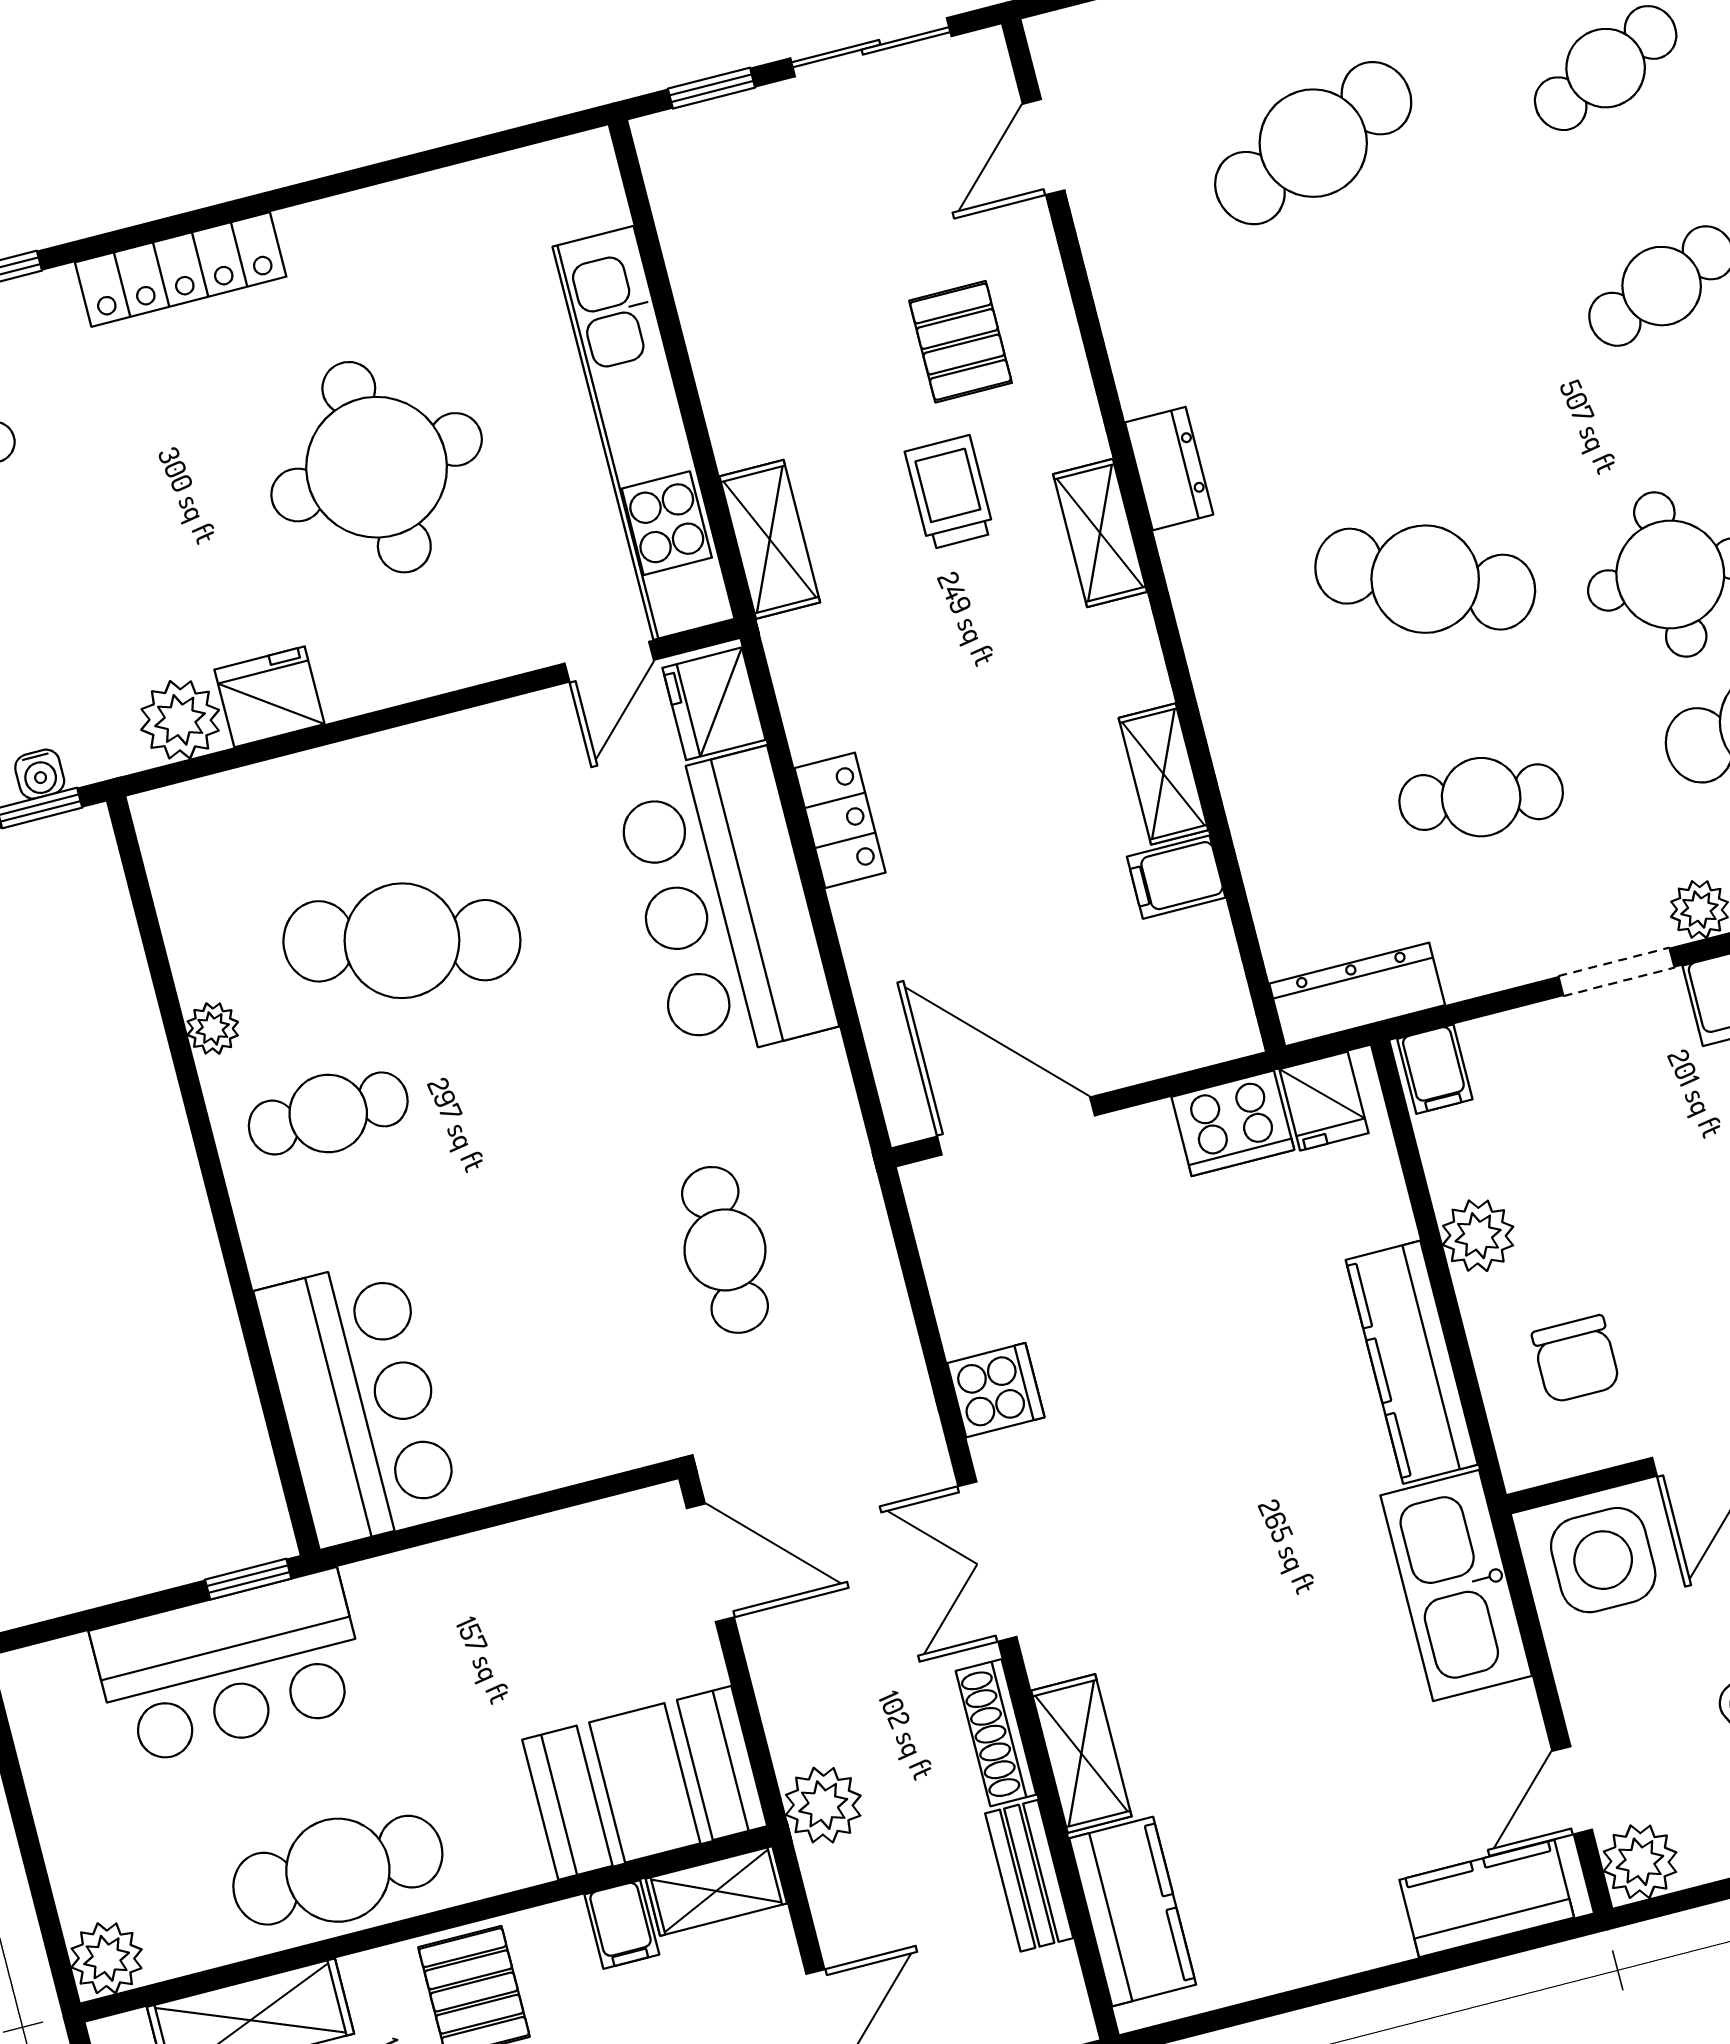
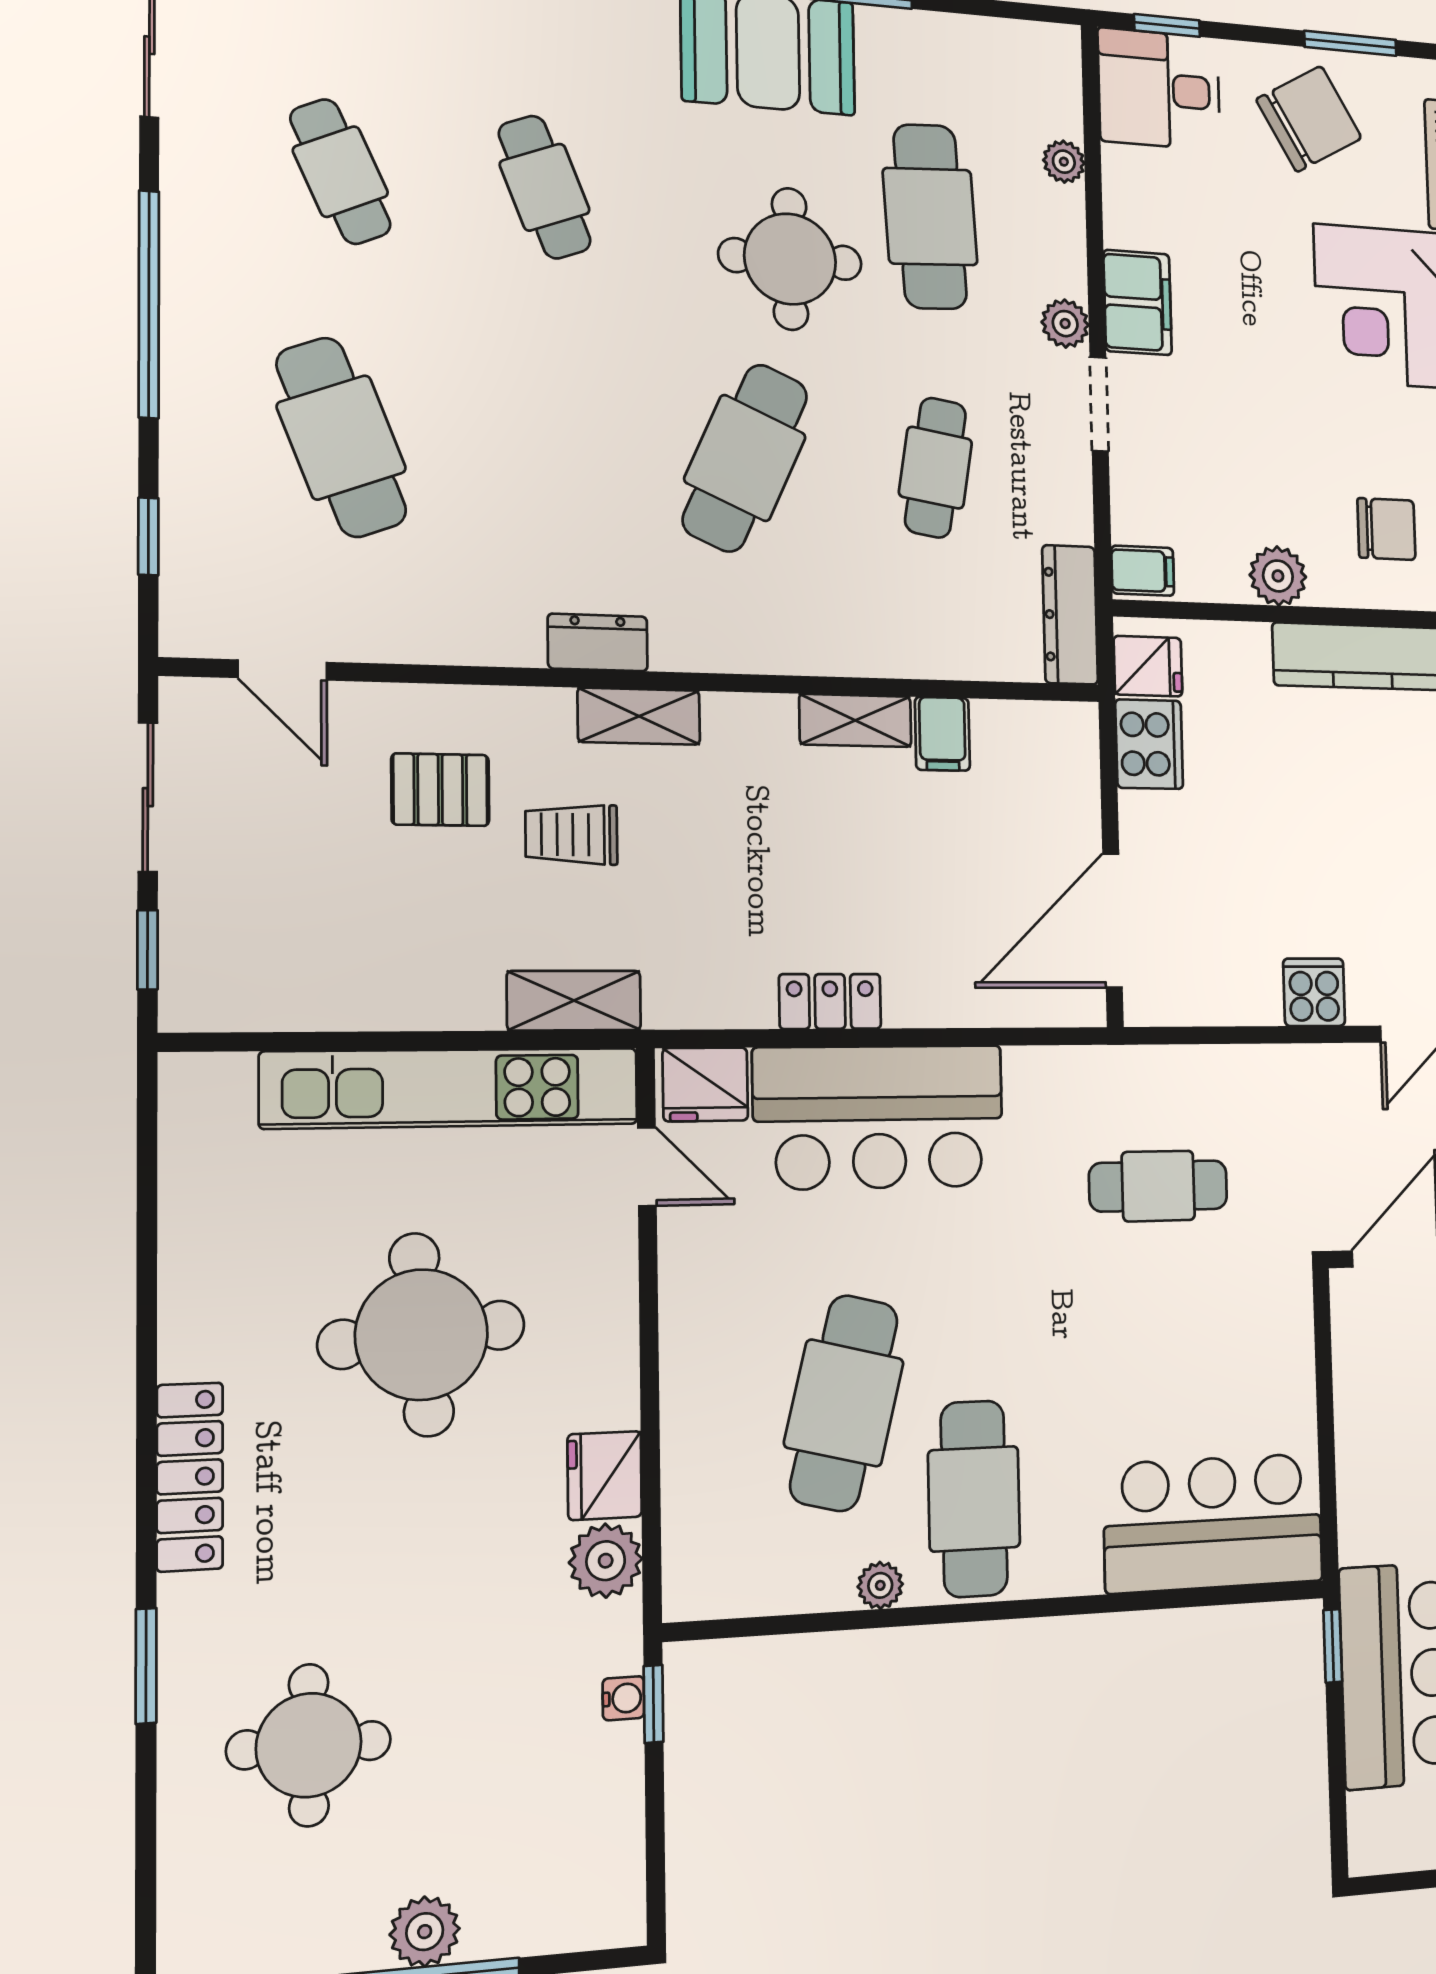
cafe table: (328, 1113) -> (974, 1499), width x1.37, depth x1.35

